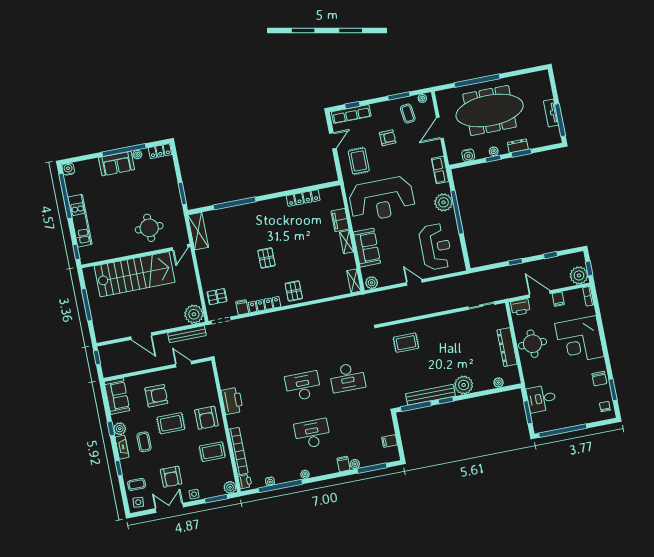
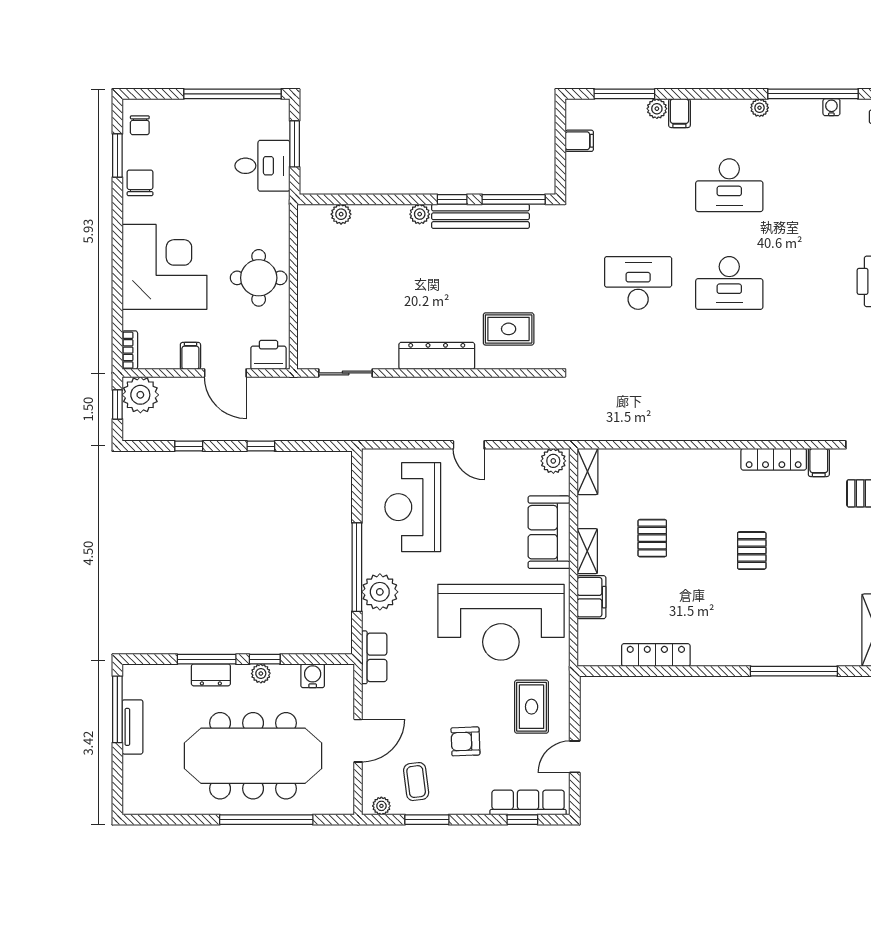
window: (521, 153) -> (207, 659), width x1.44
reception desk: (382, 199) -> (501, 622), turned 180
pallet: (294, 291) -> (652, 538), moved
dresser: (507, 347) -> (437, 356), moved, turned -90
plant: (464, 385) -> (420, 214), width x0.53, depth x0.53

